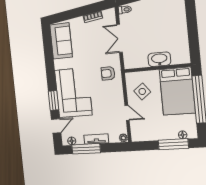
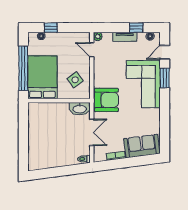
sofa: (61, 41) -> (142, 146), moved, turned 82
washbasin: (159, 59) -> (80, 109), moved
armchair: (108, 73) -> (106, 100), width x1.88, depth x1.88
door: (127, 113) -> (92, 50), moved
window: (173, 144) -> (51, 28), width x0.46
window: (86, 149) -> (136, 28), width x0.46

